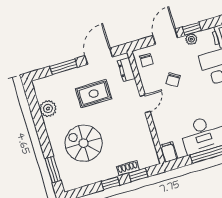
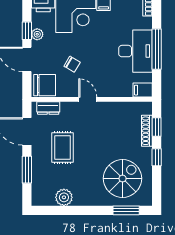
chair: (146, 60) -> (45, 85), width x1.87, depth x1.87
spiral stairs: (84, 143) -> (123, 178), moved, turned 180
shoe rack: (128, 168) -> (147, 131), width x1.43

